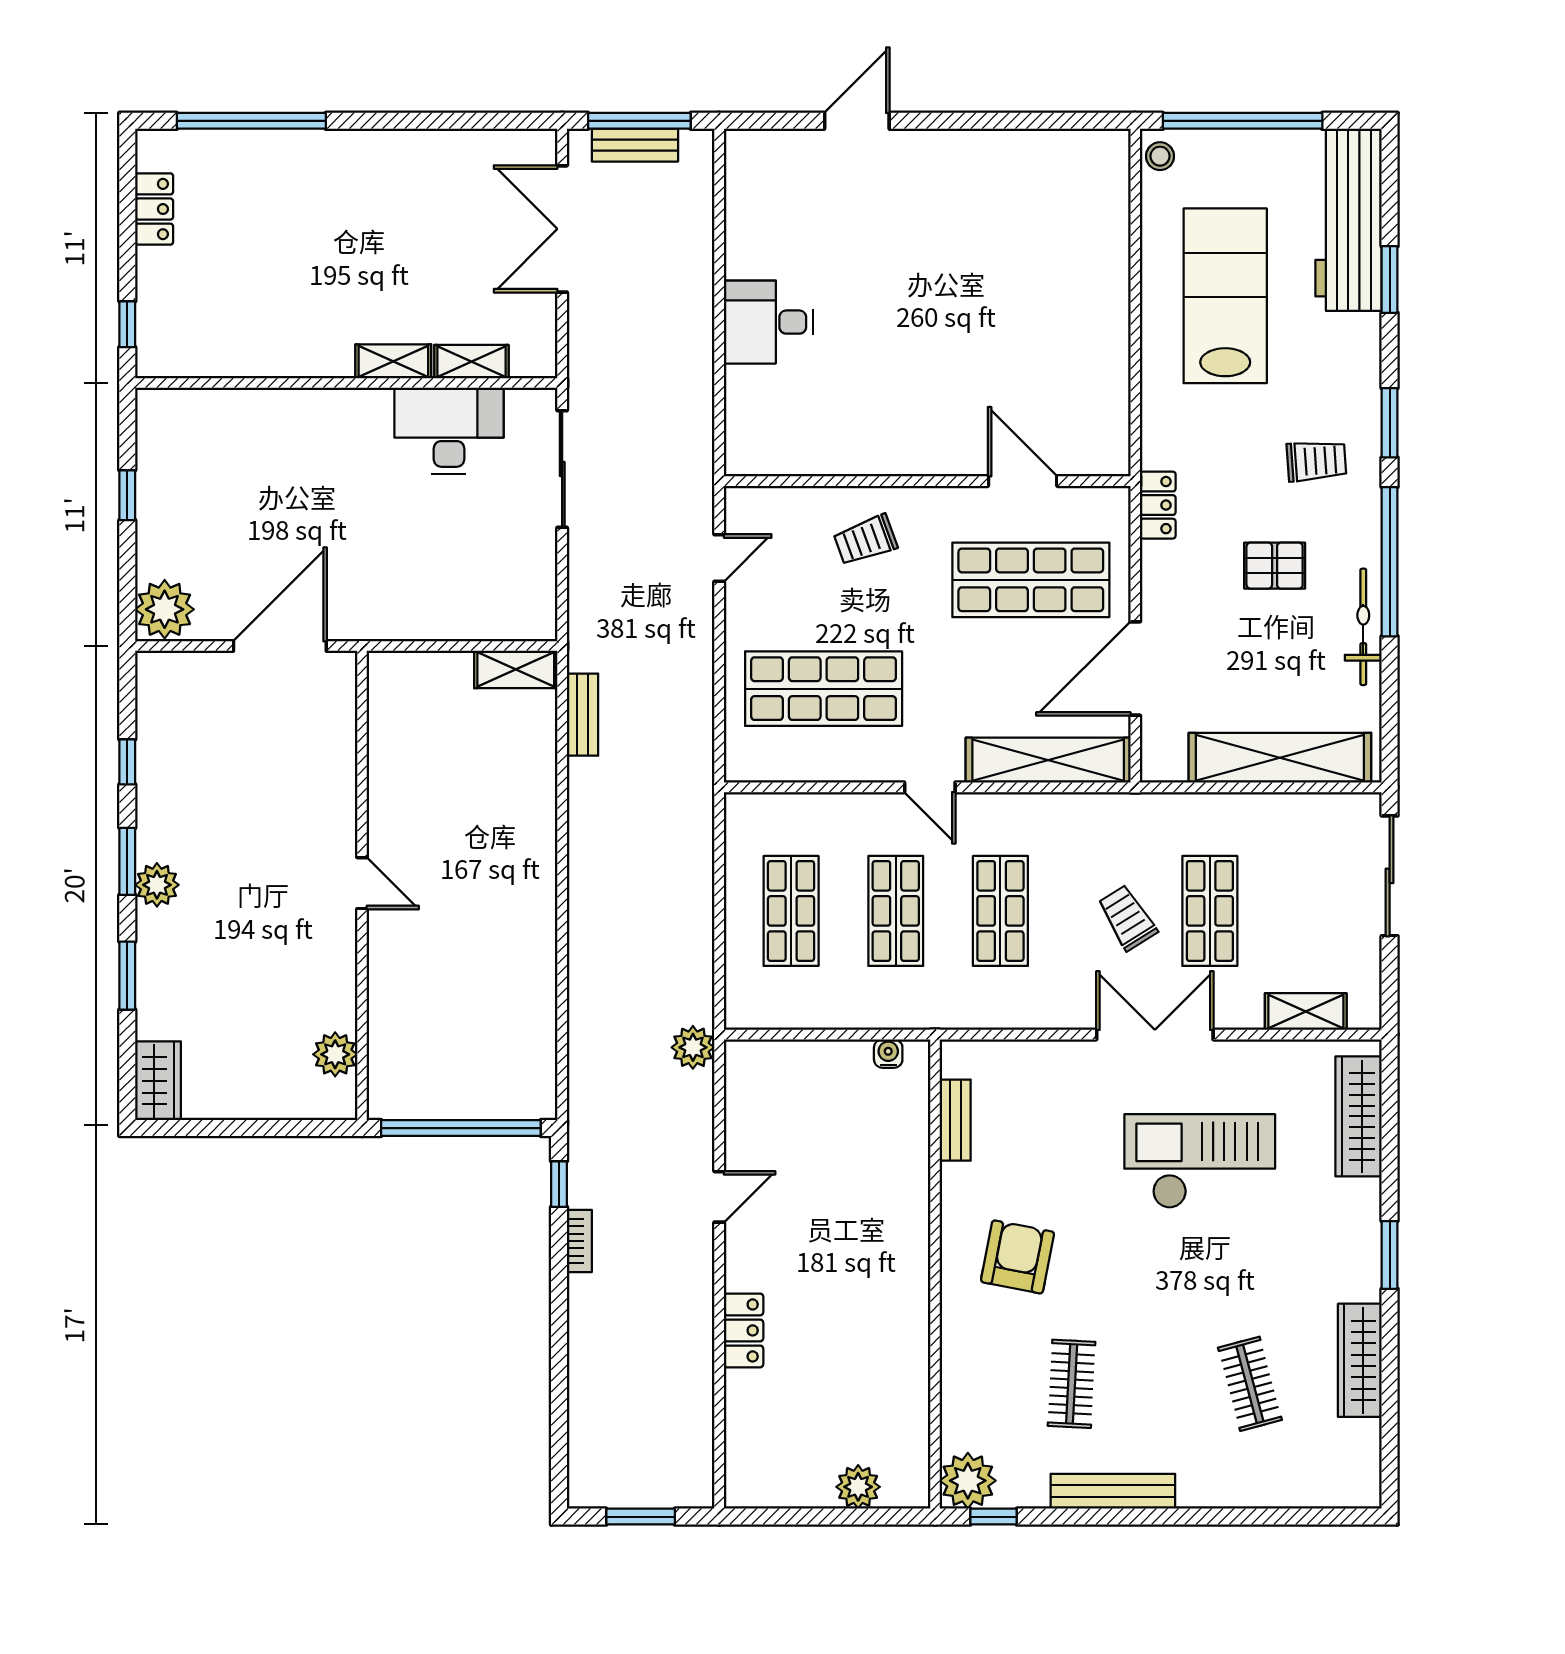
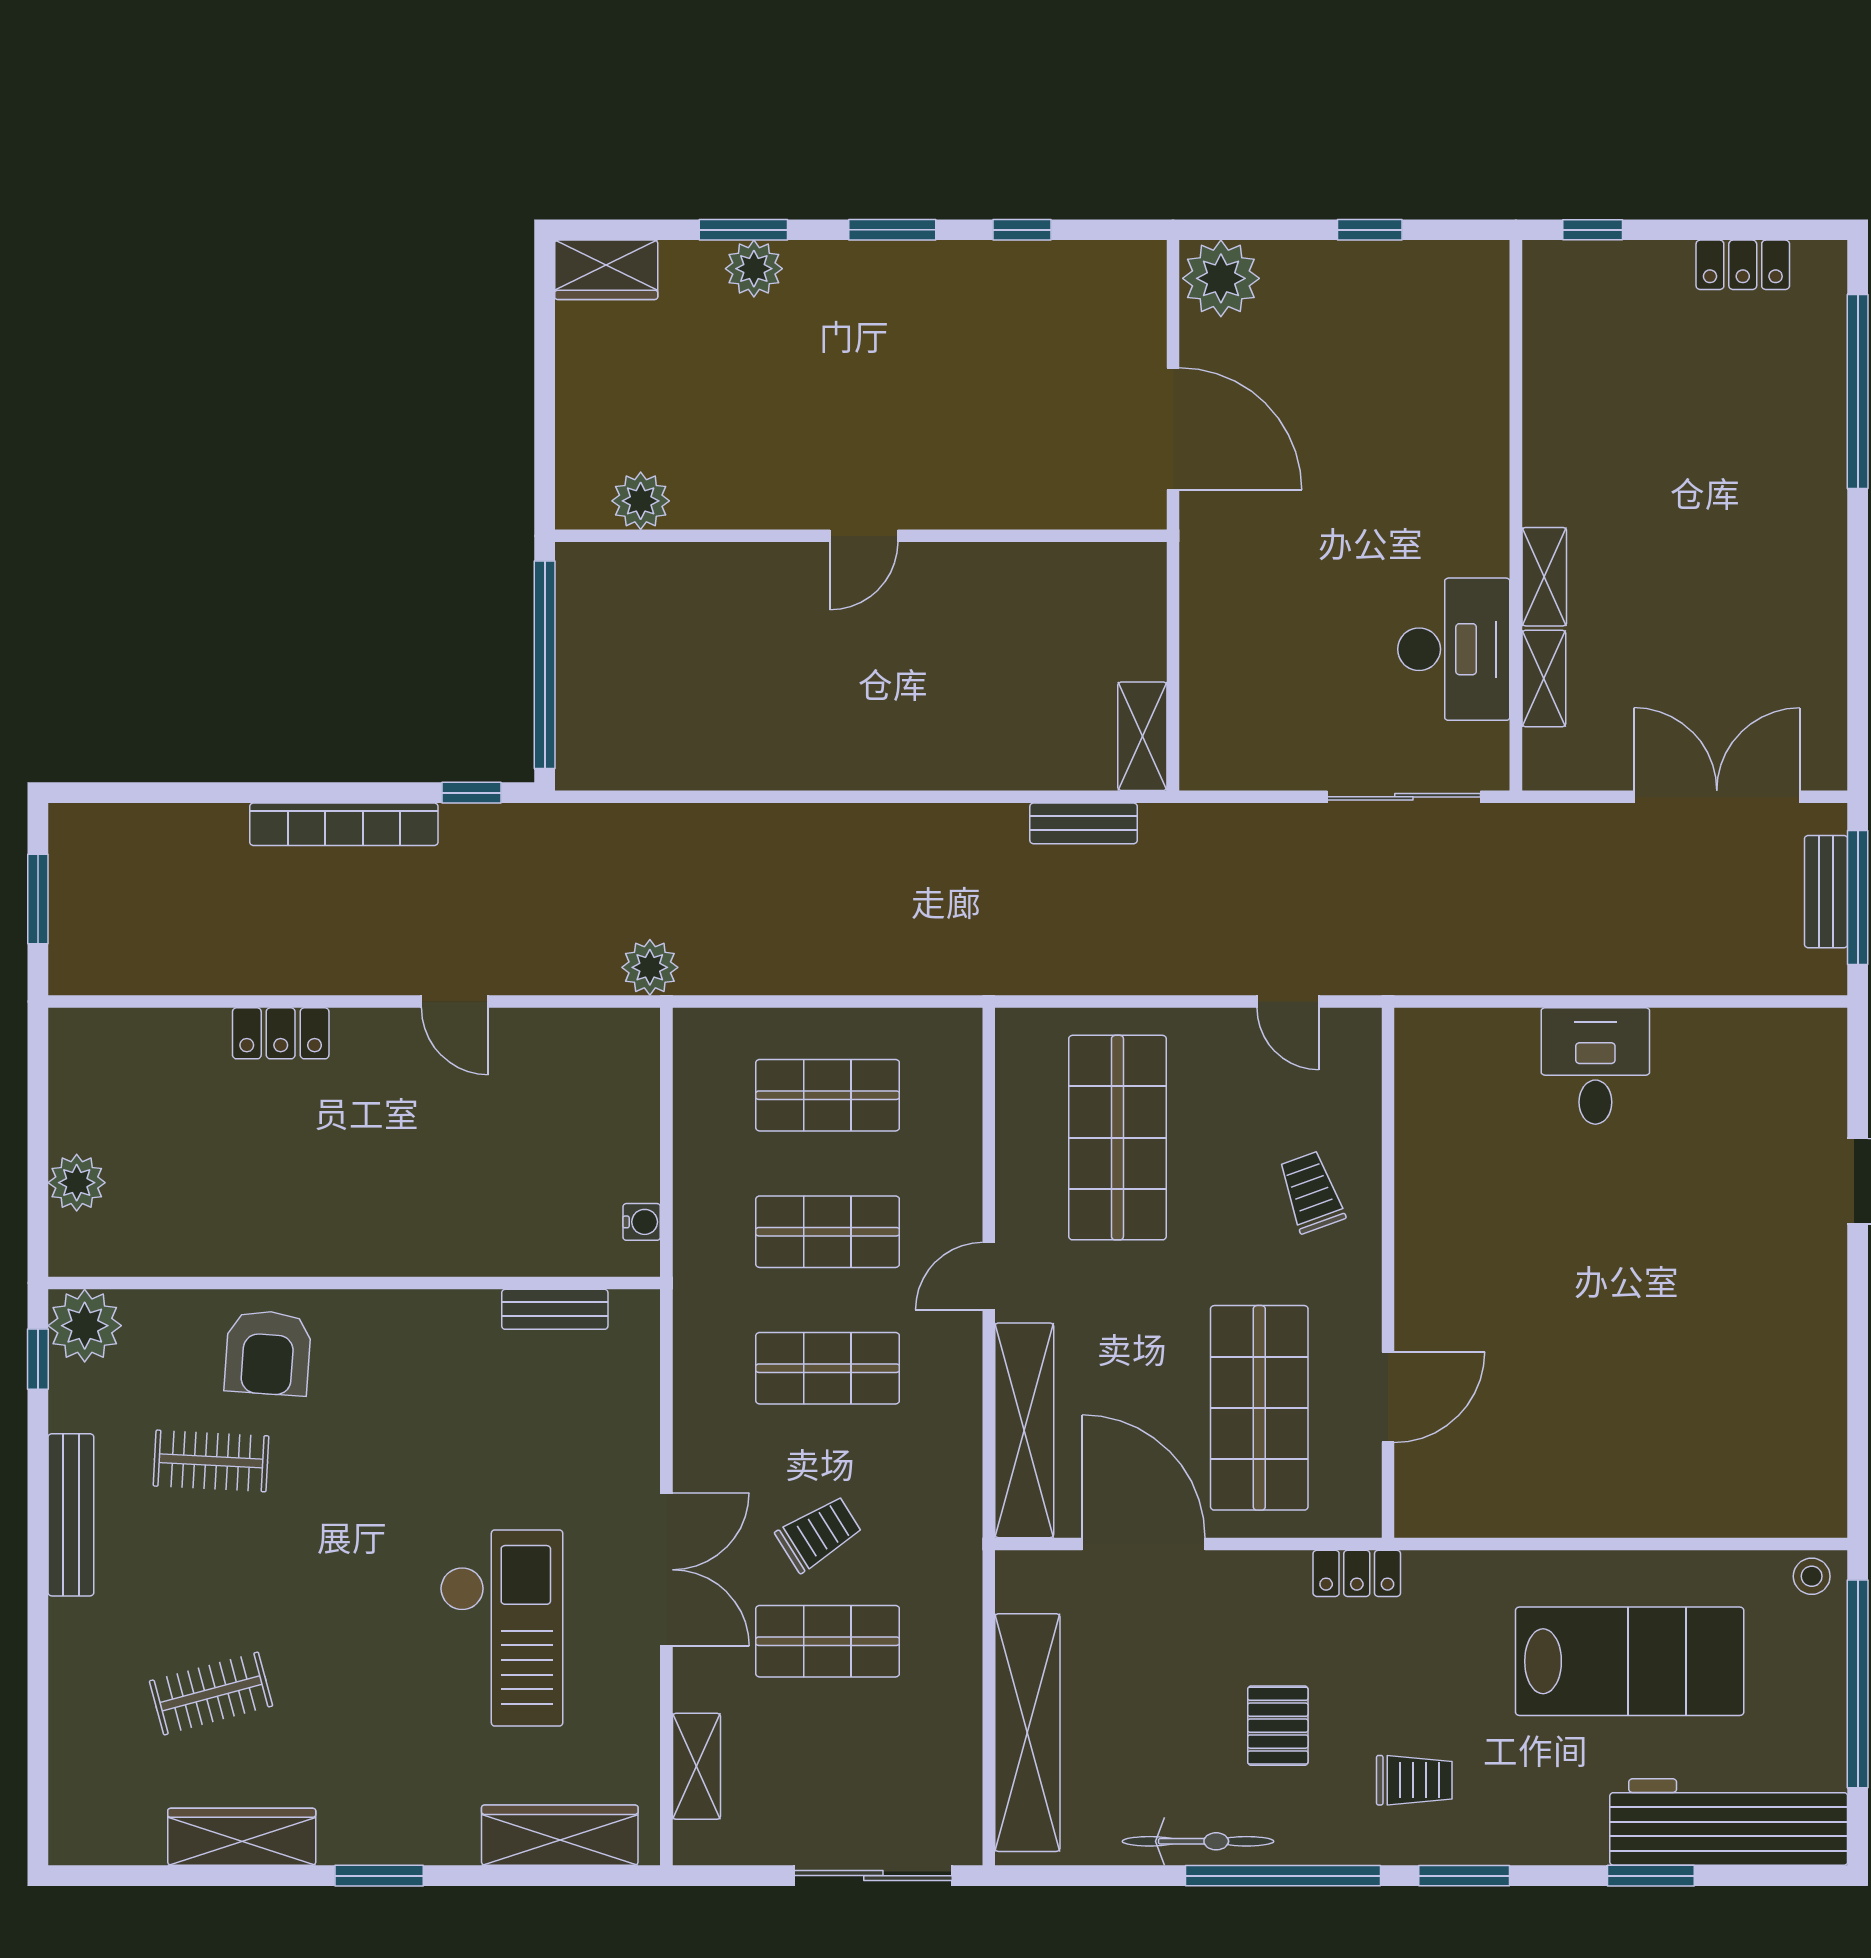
trolley: (1316, 461) -> (1414, 1780), turned -86
plant: (157, 885) -> (754, 269), moved
bookcase: (579, 1241) -> (344, 824), width x2.31, depth x1.31
armchair: (1017, 1257) -> (268, 1353), moved, turned 83

